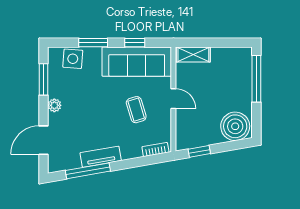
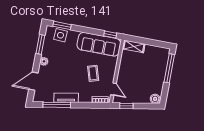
window: (93, 43) -> (62, 25), moved
window: (135, 43) -> (110, 35), moved
door: (173, 99) -> (113, 89), moved
boiler: (235, 126) -> (155, 99), width x0.54, depth x0.54

